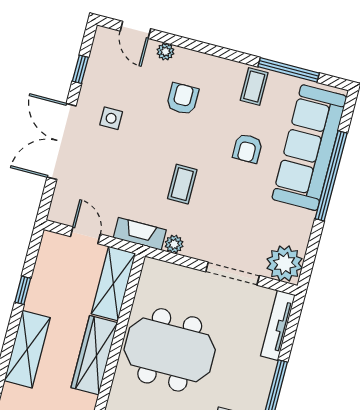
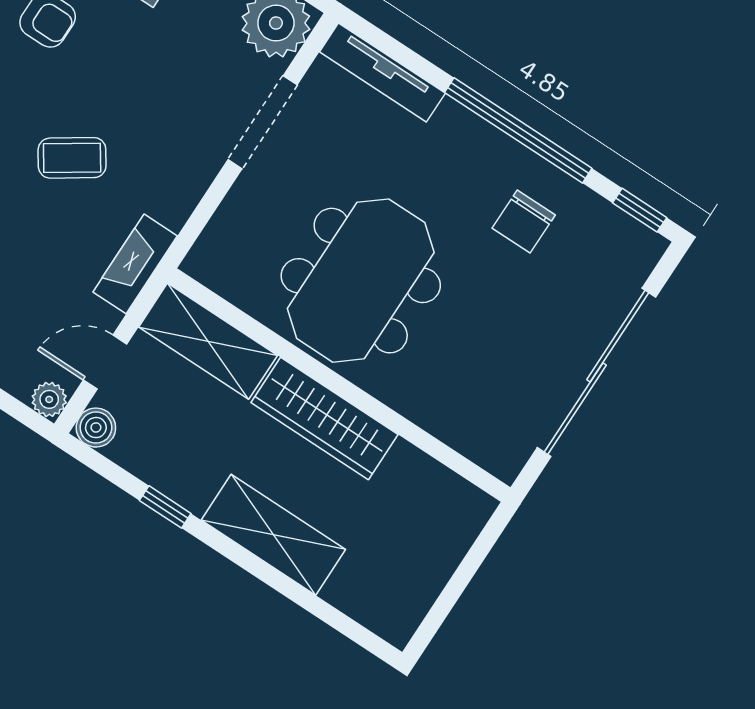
coffee table: (182, 184) -> (72, 158), turned -34
boiler: (51, 242) -> (96, 428), added
plant: (174, 244) -> (49, 399), moved

